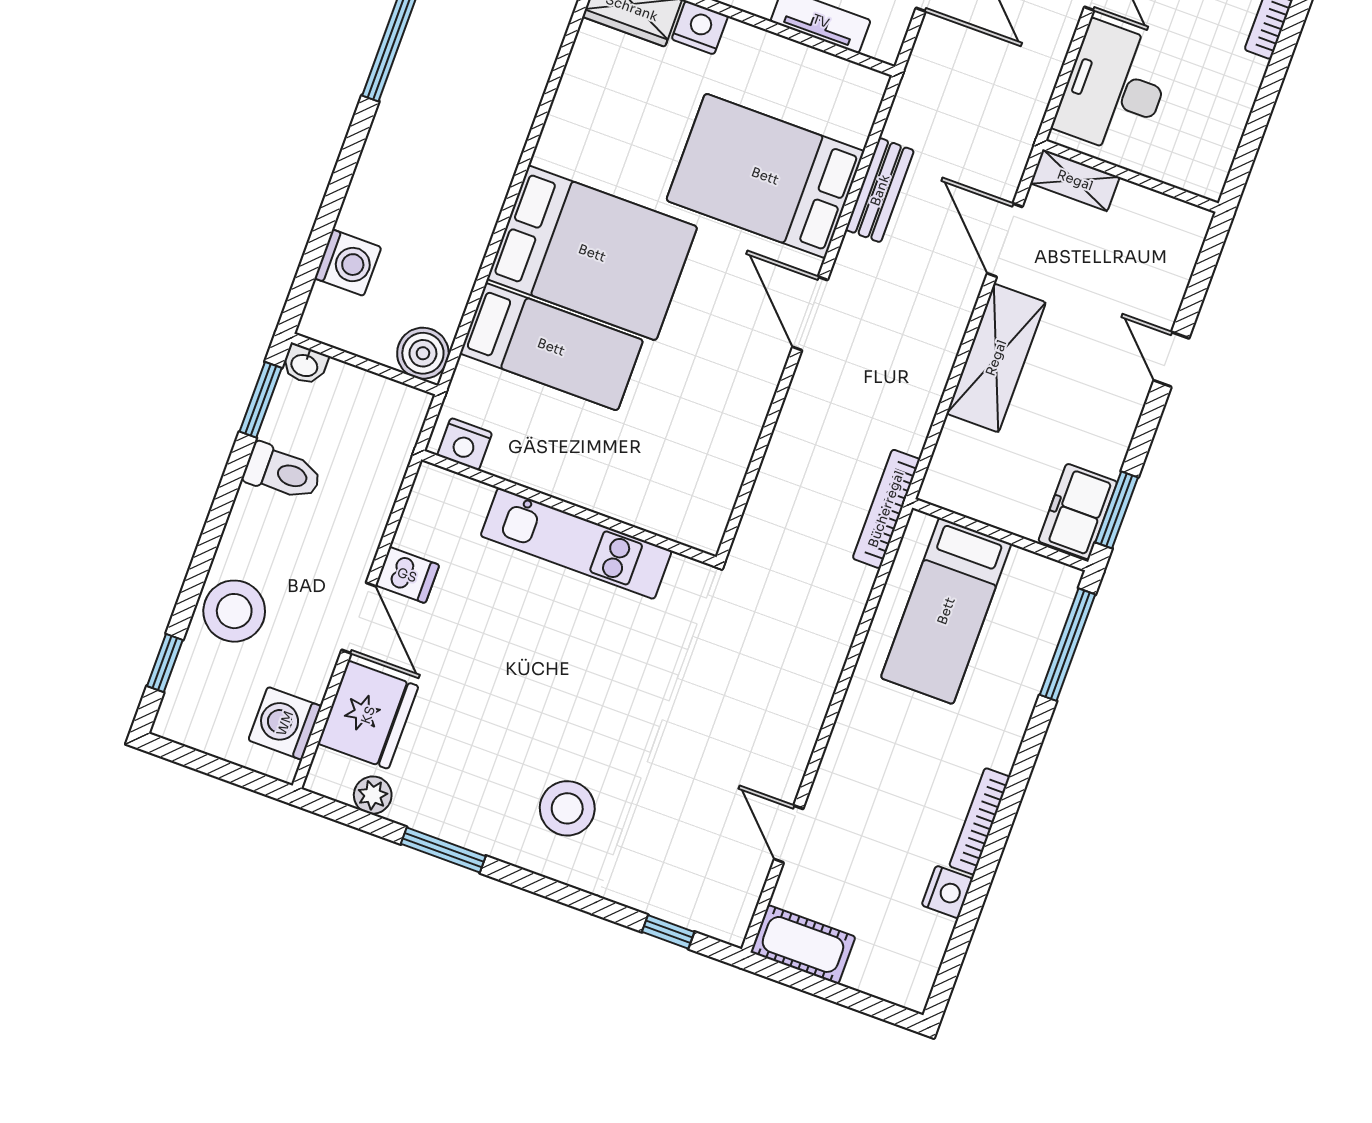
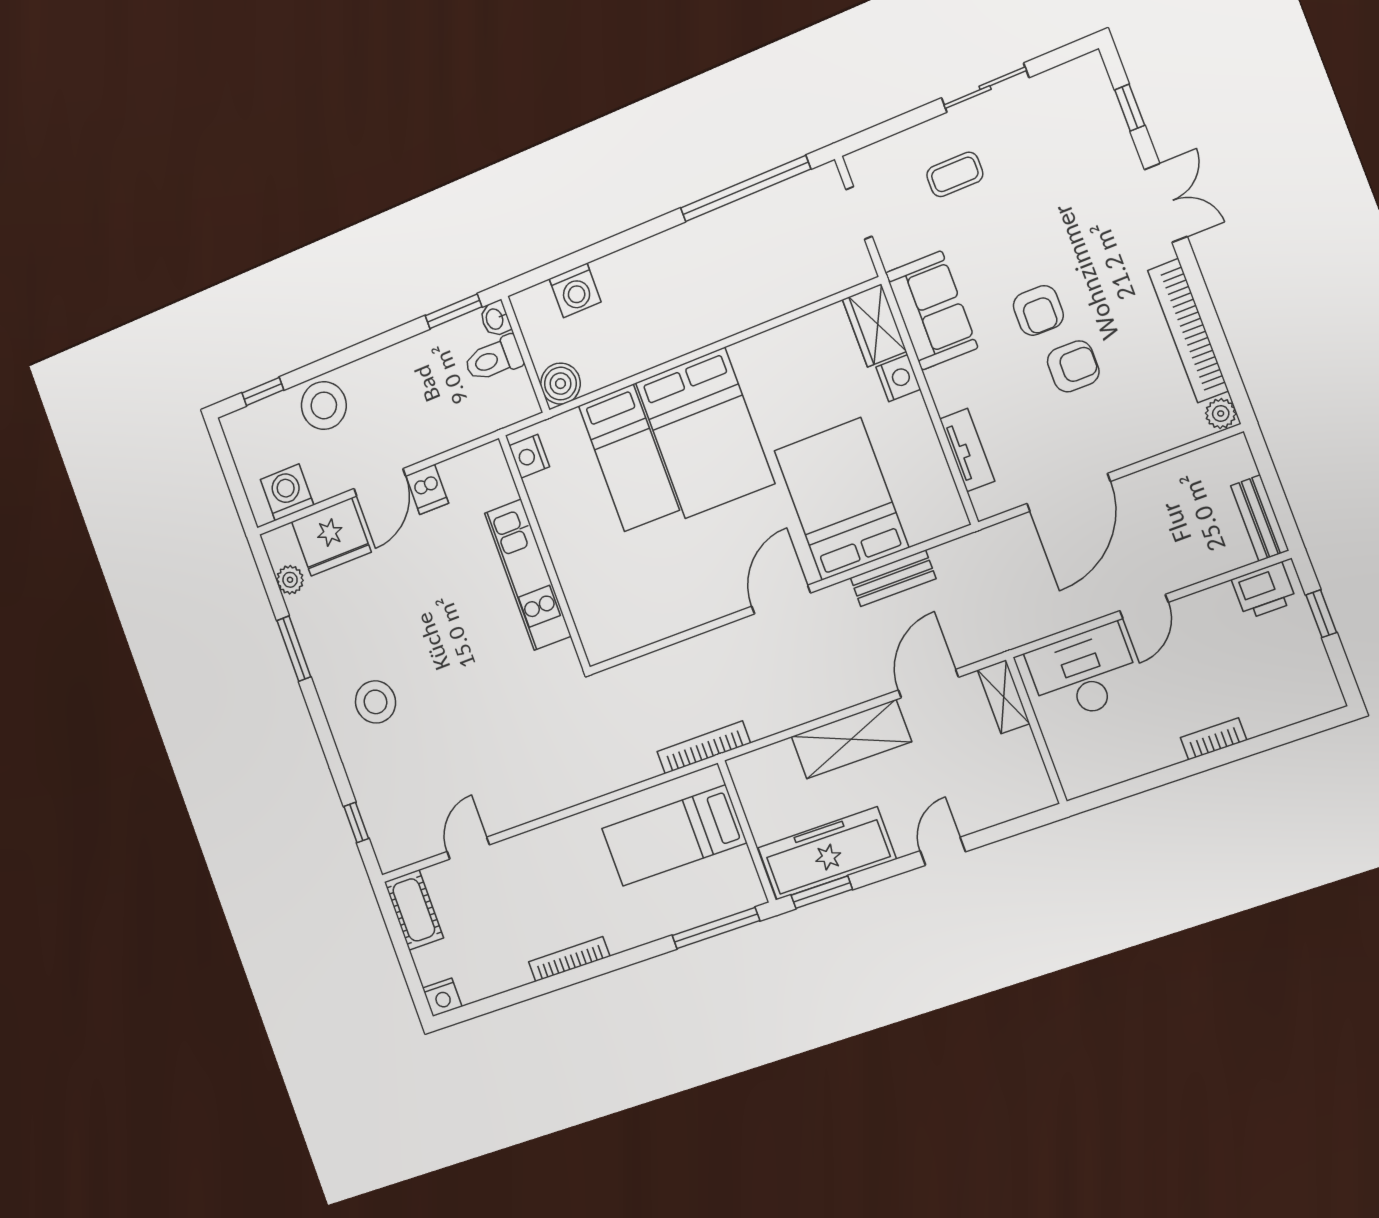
toilet: (283, 472) -> (494, 359), moved, turned 90
freezer: (1078, 512) -> (827, 853), width x1.91, depth x1.26
nightstand: (947, 892) -> (442, 997), moved

